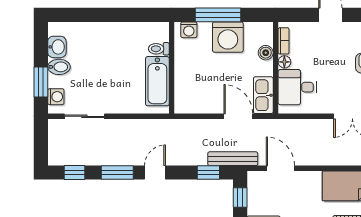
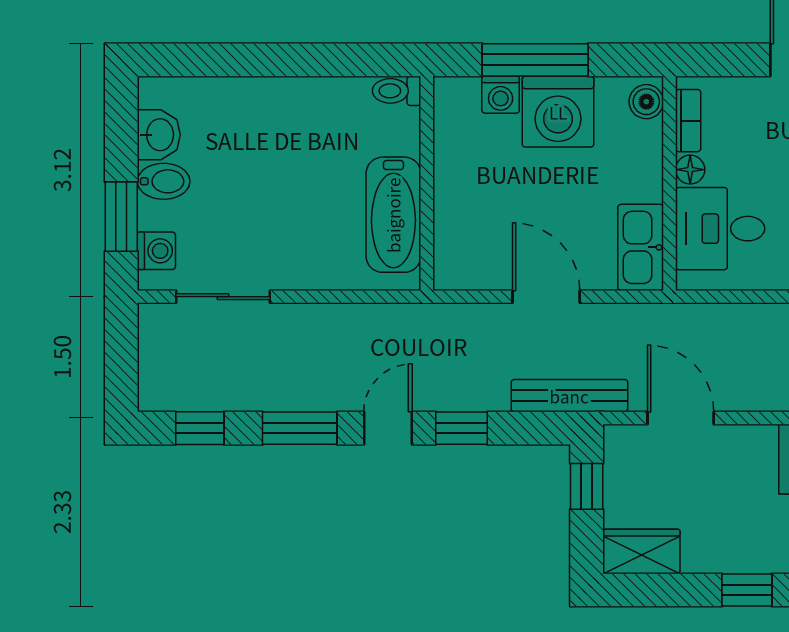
washing machine: (189, 30) -> (501, 95), moved
toilet: (159, 49) -> (397, 91), moved
boiler: (266, 53) -> (646, 102), moved
door: (238, 116) -> (546, 297), moved
window: (208, 173) -> (462, 428), moved

